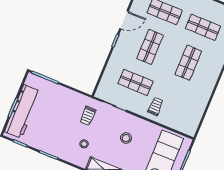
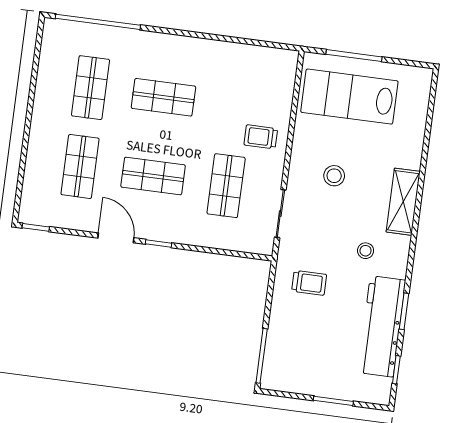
workbench: (23, 111) -> (382, 326), moved, turned -90
trolley: (88, 116) -> (309, 283), moved

